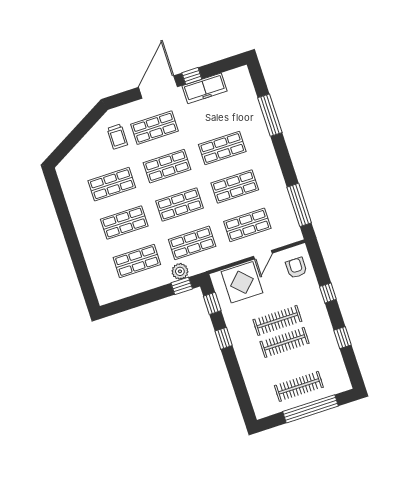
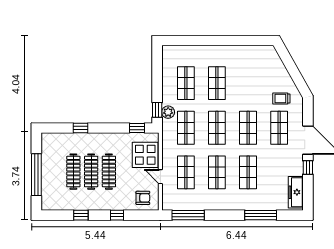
freezer: (205, 88) -> (296, 192), moved
shop shelf: (112, 184) -> (248, 83), removed
window: (224, 338) -> (81, 128), moved
clothes rail: (299, 386) -> (73, 172), moved

